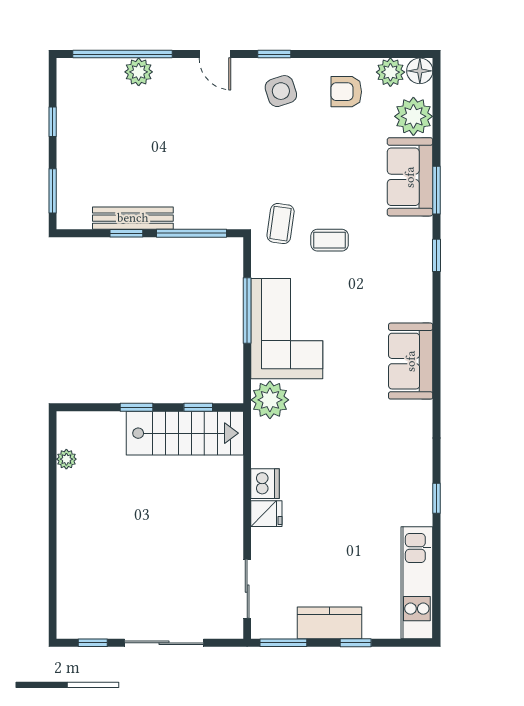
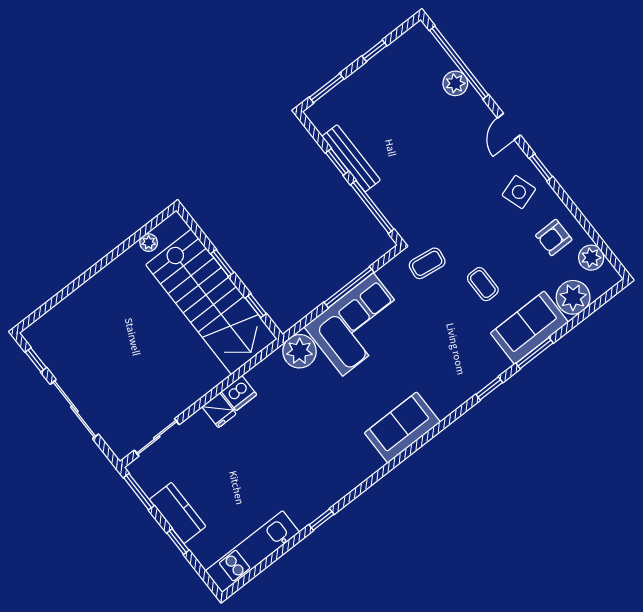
floor lamp: (420, 71) -> (608, 277), removed
armchair: (346, 92) -> (554, 237), turned -90
coffee table: (330, 240) -> (483, 284), moved
stairs: (185, 433) -> (211, 302), width x1.36, depth x1.51

